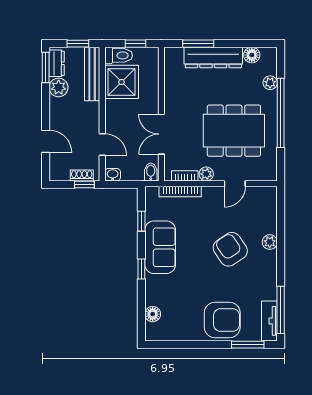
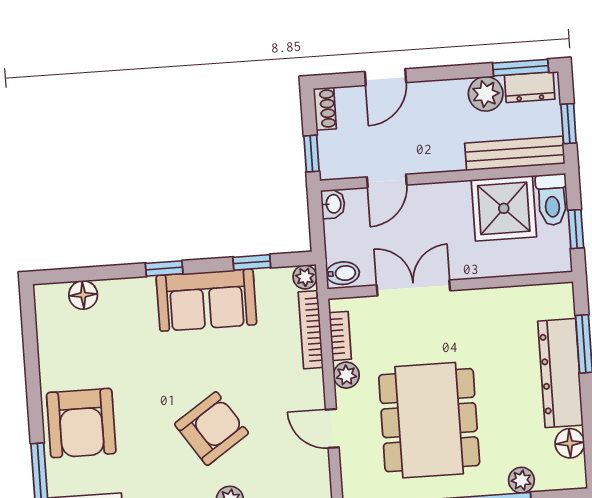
shoe rack: (82, 175) -> (325, 109), moved
plant: (151, 193) -> (305, 277), added

